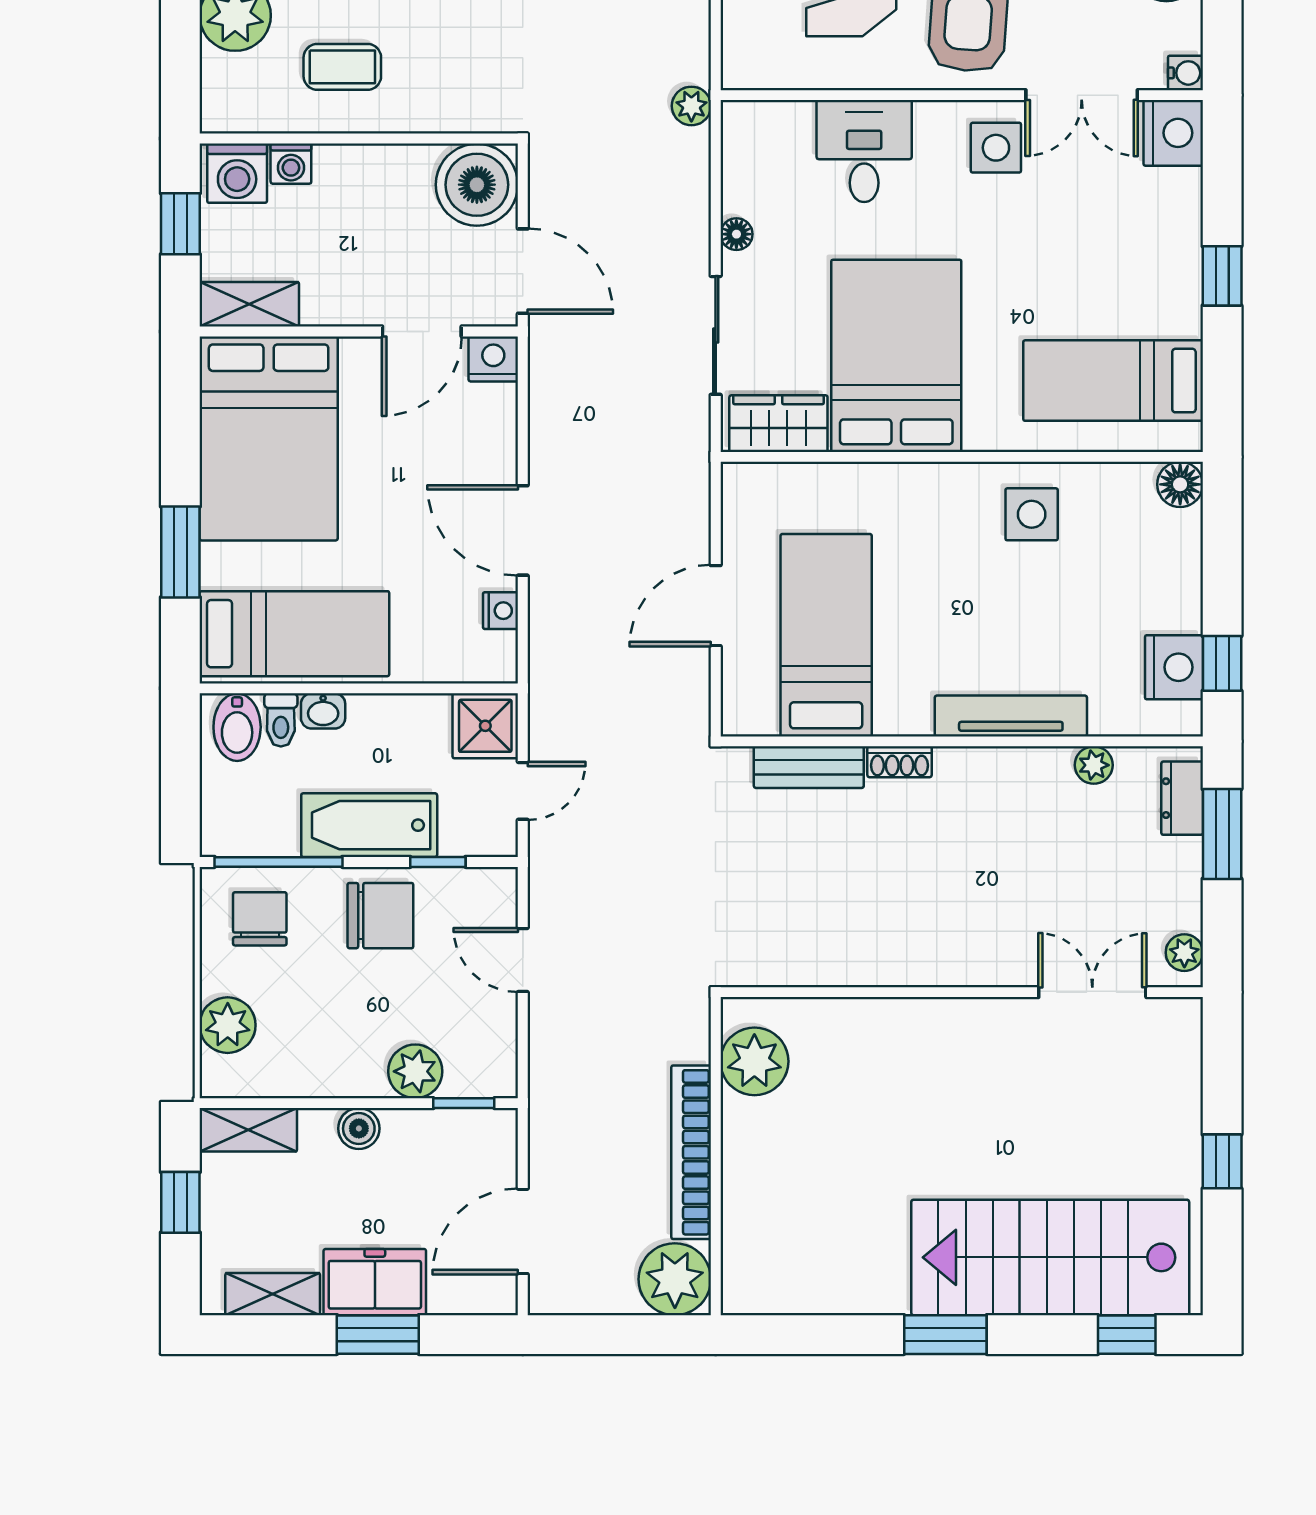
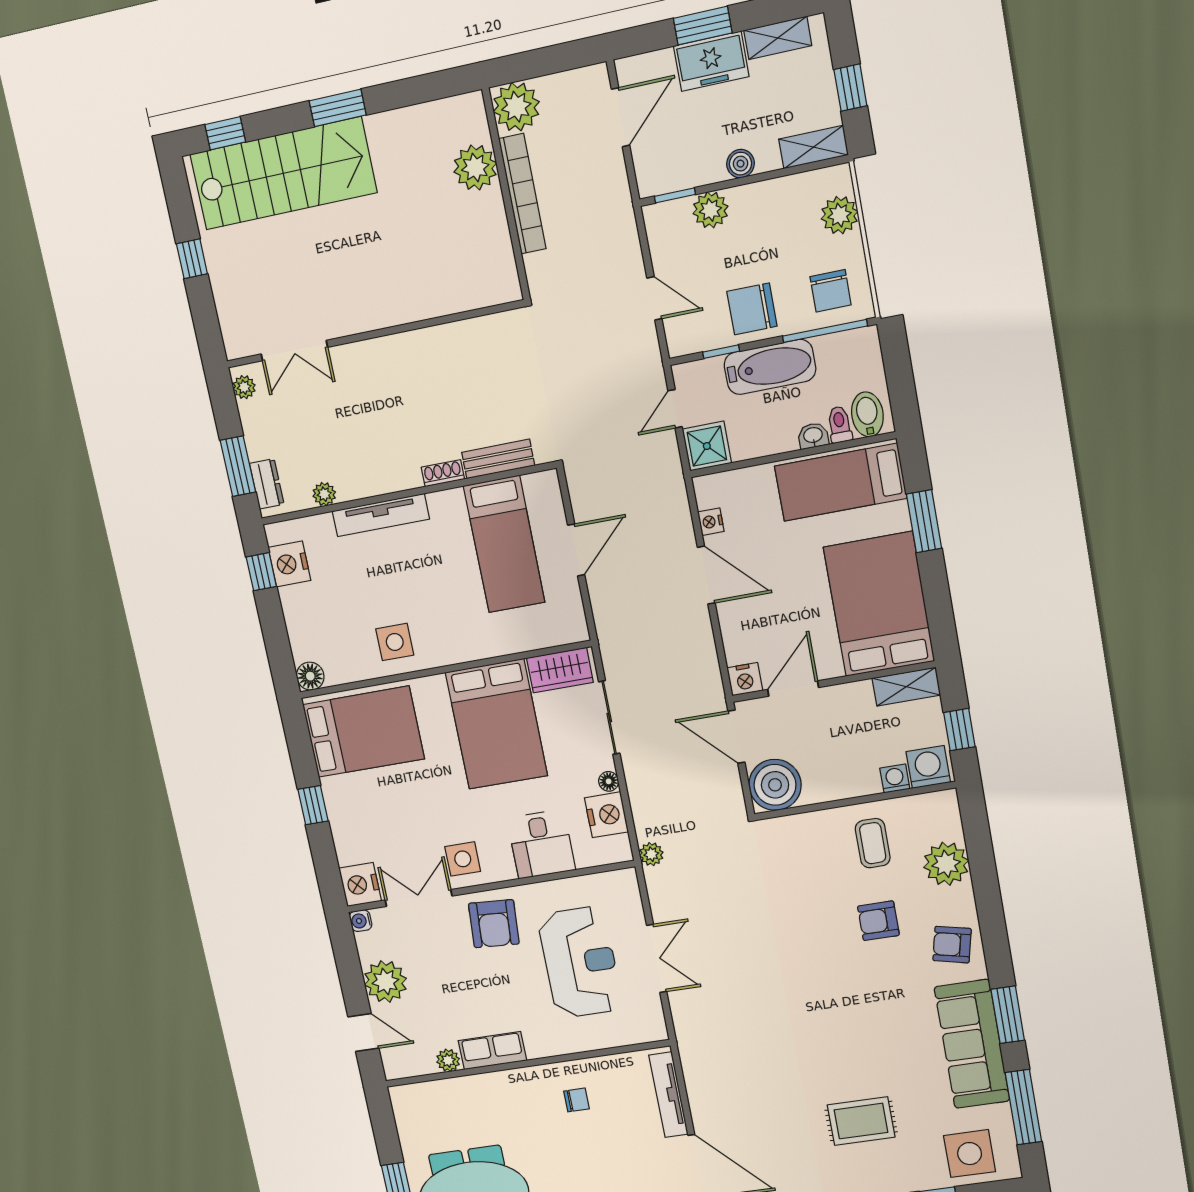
coffee table: (342, 67) -> (873, 843), turned 90
nightstand: (750, 181) -> (606, 815), added
bed: (1113, 381) -> (364, 732), width x1.50
plant: (754, 1061) -> (475, 167), moved

